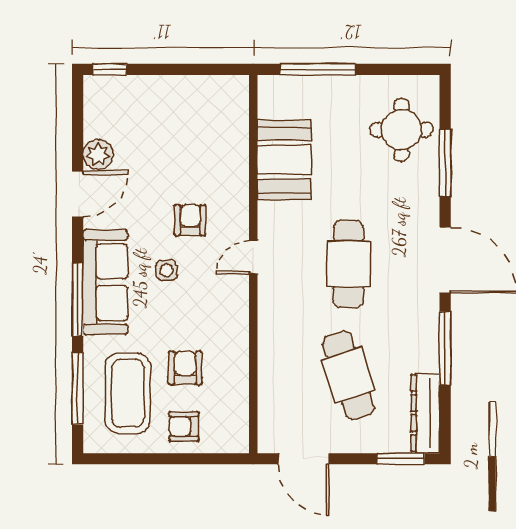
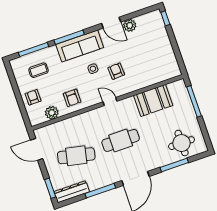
armchair: (190, 220) -> (116, 71), turned -93
armchair: (185, 368) -> (72, 98), moved, turned 90
cafe table: (348, 375) -> (76, 156), turned 30
coffee table: (128, 393) -> (38, 70), width x0.54, depth x0.58
plant: (233, 397) -> (52, 113), added
door: (303, 459) -> (37, 149), hinge flipped

